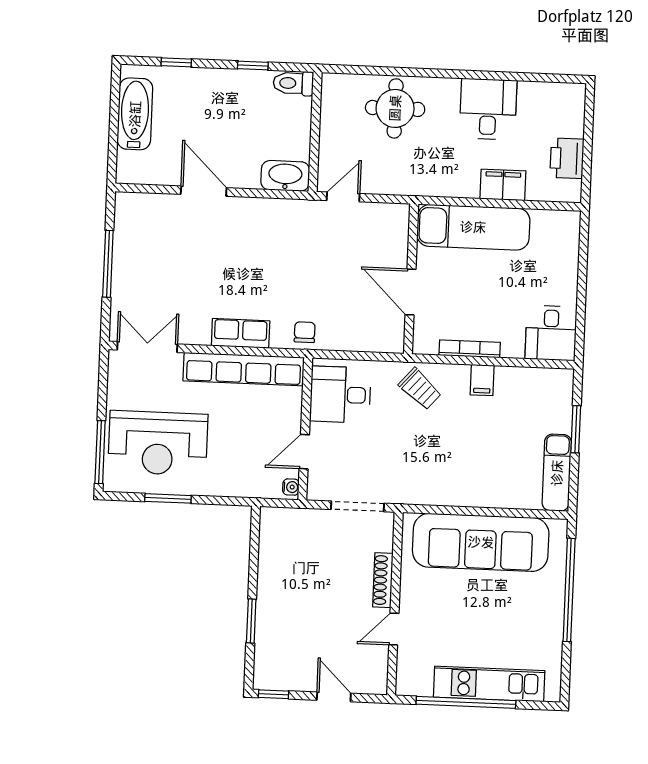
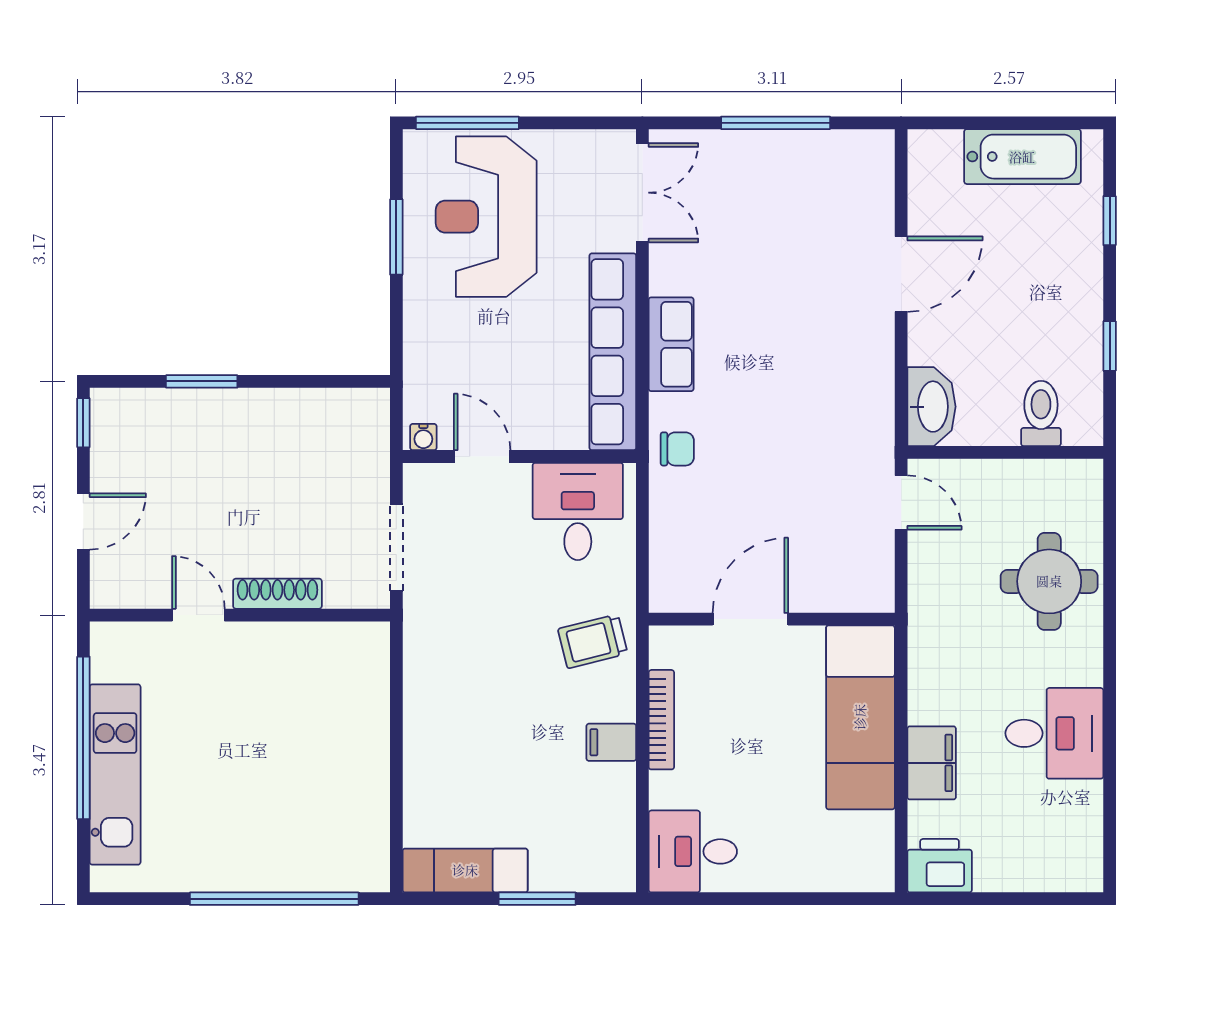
toilet: (293, 83) -> (1041, 413), moved
printer: (567, 158) -> (940, 866), moved
trolley: (420, 389) -> (593, 641), turned 35
sofa: (481, 542) -> (346, 751), removed

